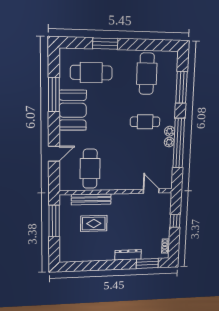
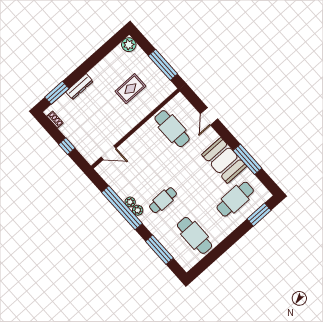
window: (105, 44) -> (259, 215), moved
bench: (91, 199) -> (150, 106), removed
plant: (66, 256) -> (129, 45), added

